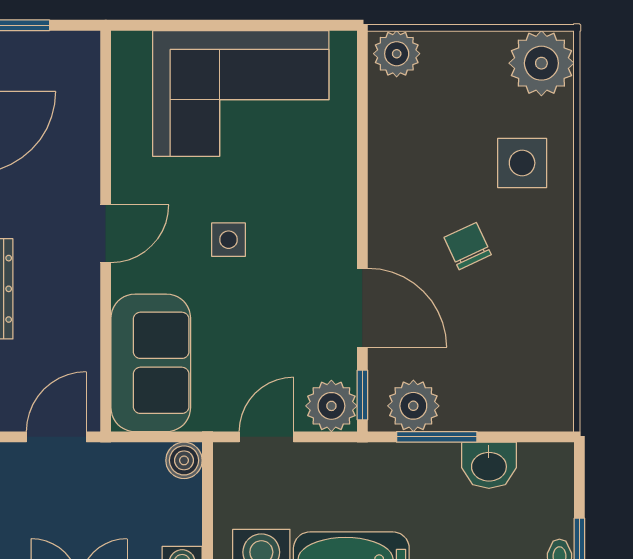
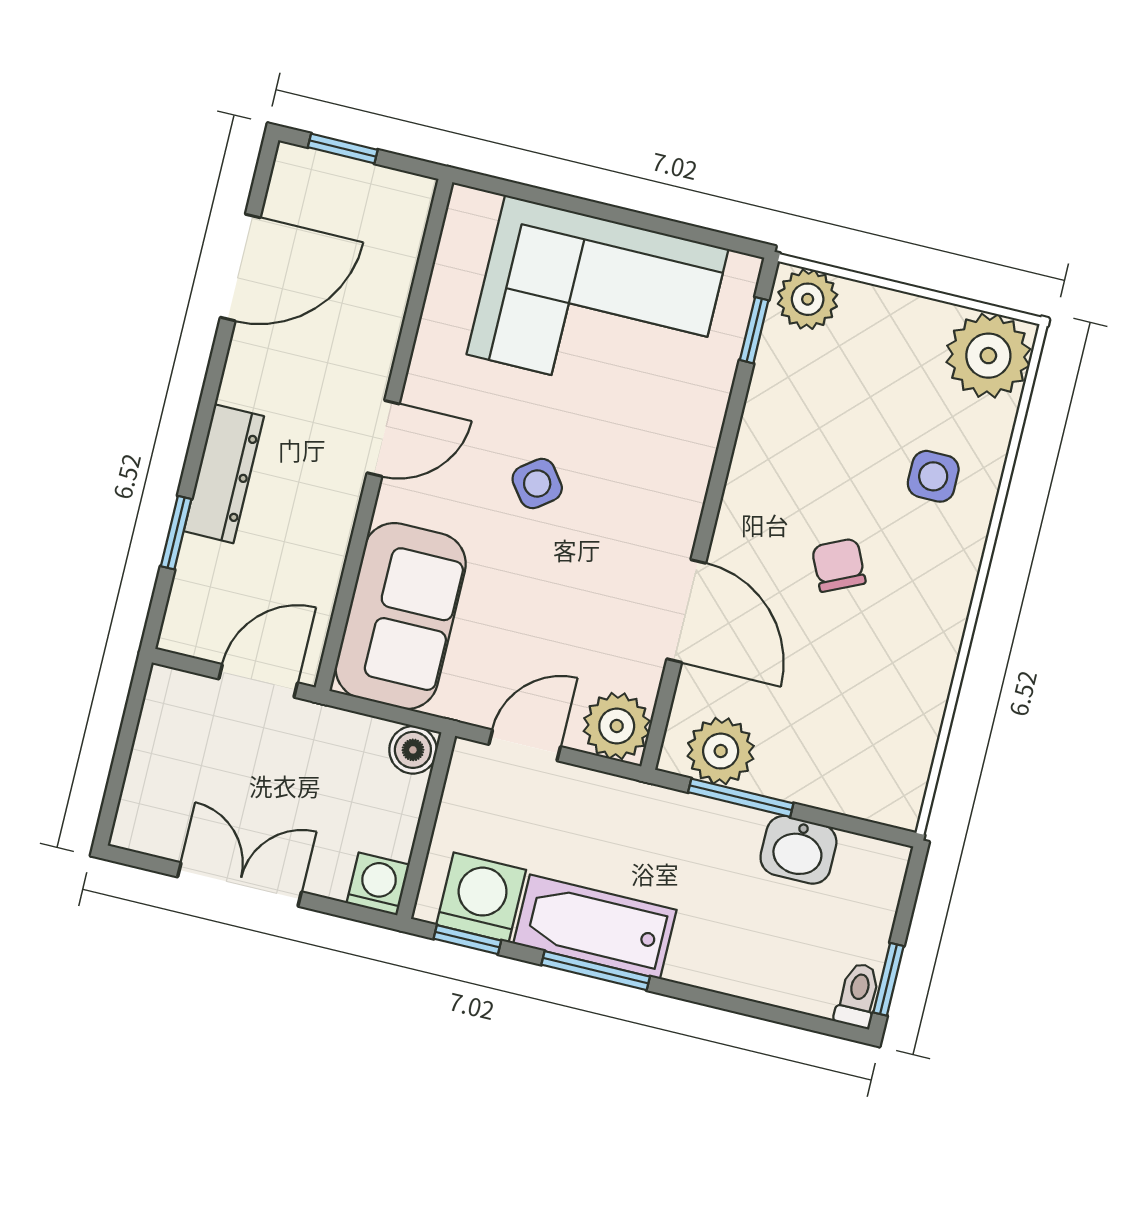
side table: (522, 163) -> (933, 476), width x0.73, depth x0.73
side table: (229, 240) -> (537, 483), turned -37
window: (362, 395) -> (754, 330), moved

